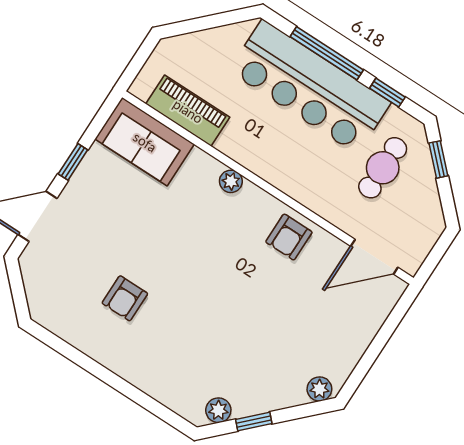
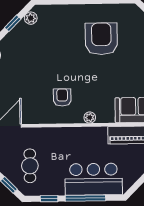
bar counter: (310, 87) -> (94, 179), width x0.73
armchair: (289, 237) -> (62, 97), moved
armchair: (125, 298) -> (101, 39), width x1.88, depth x1.88

